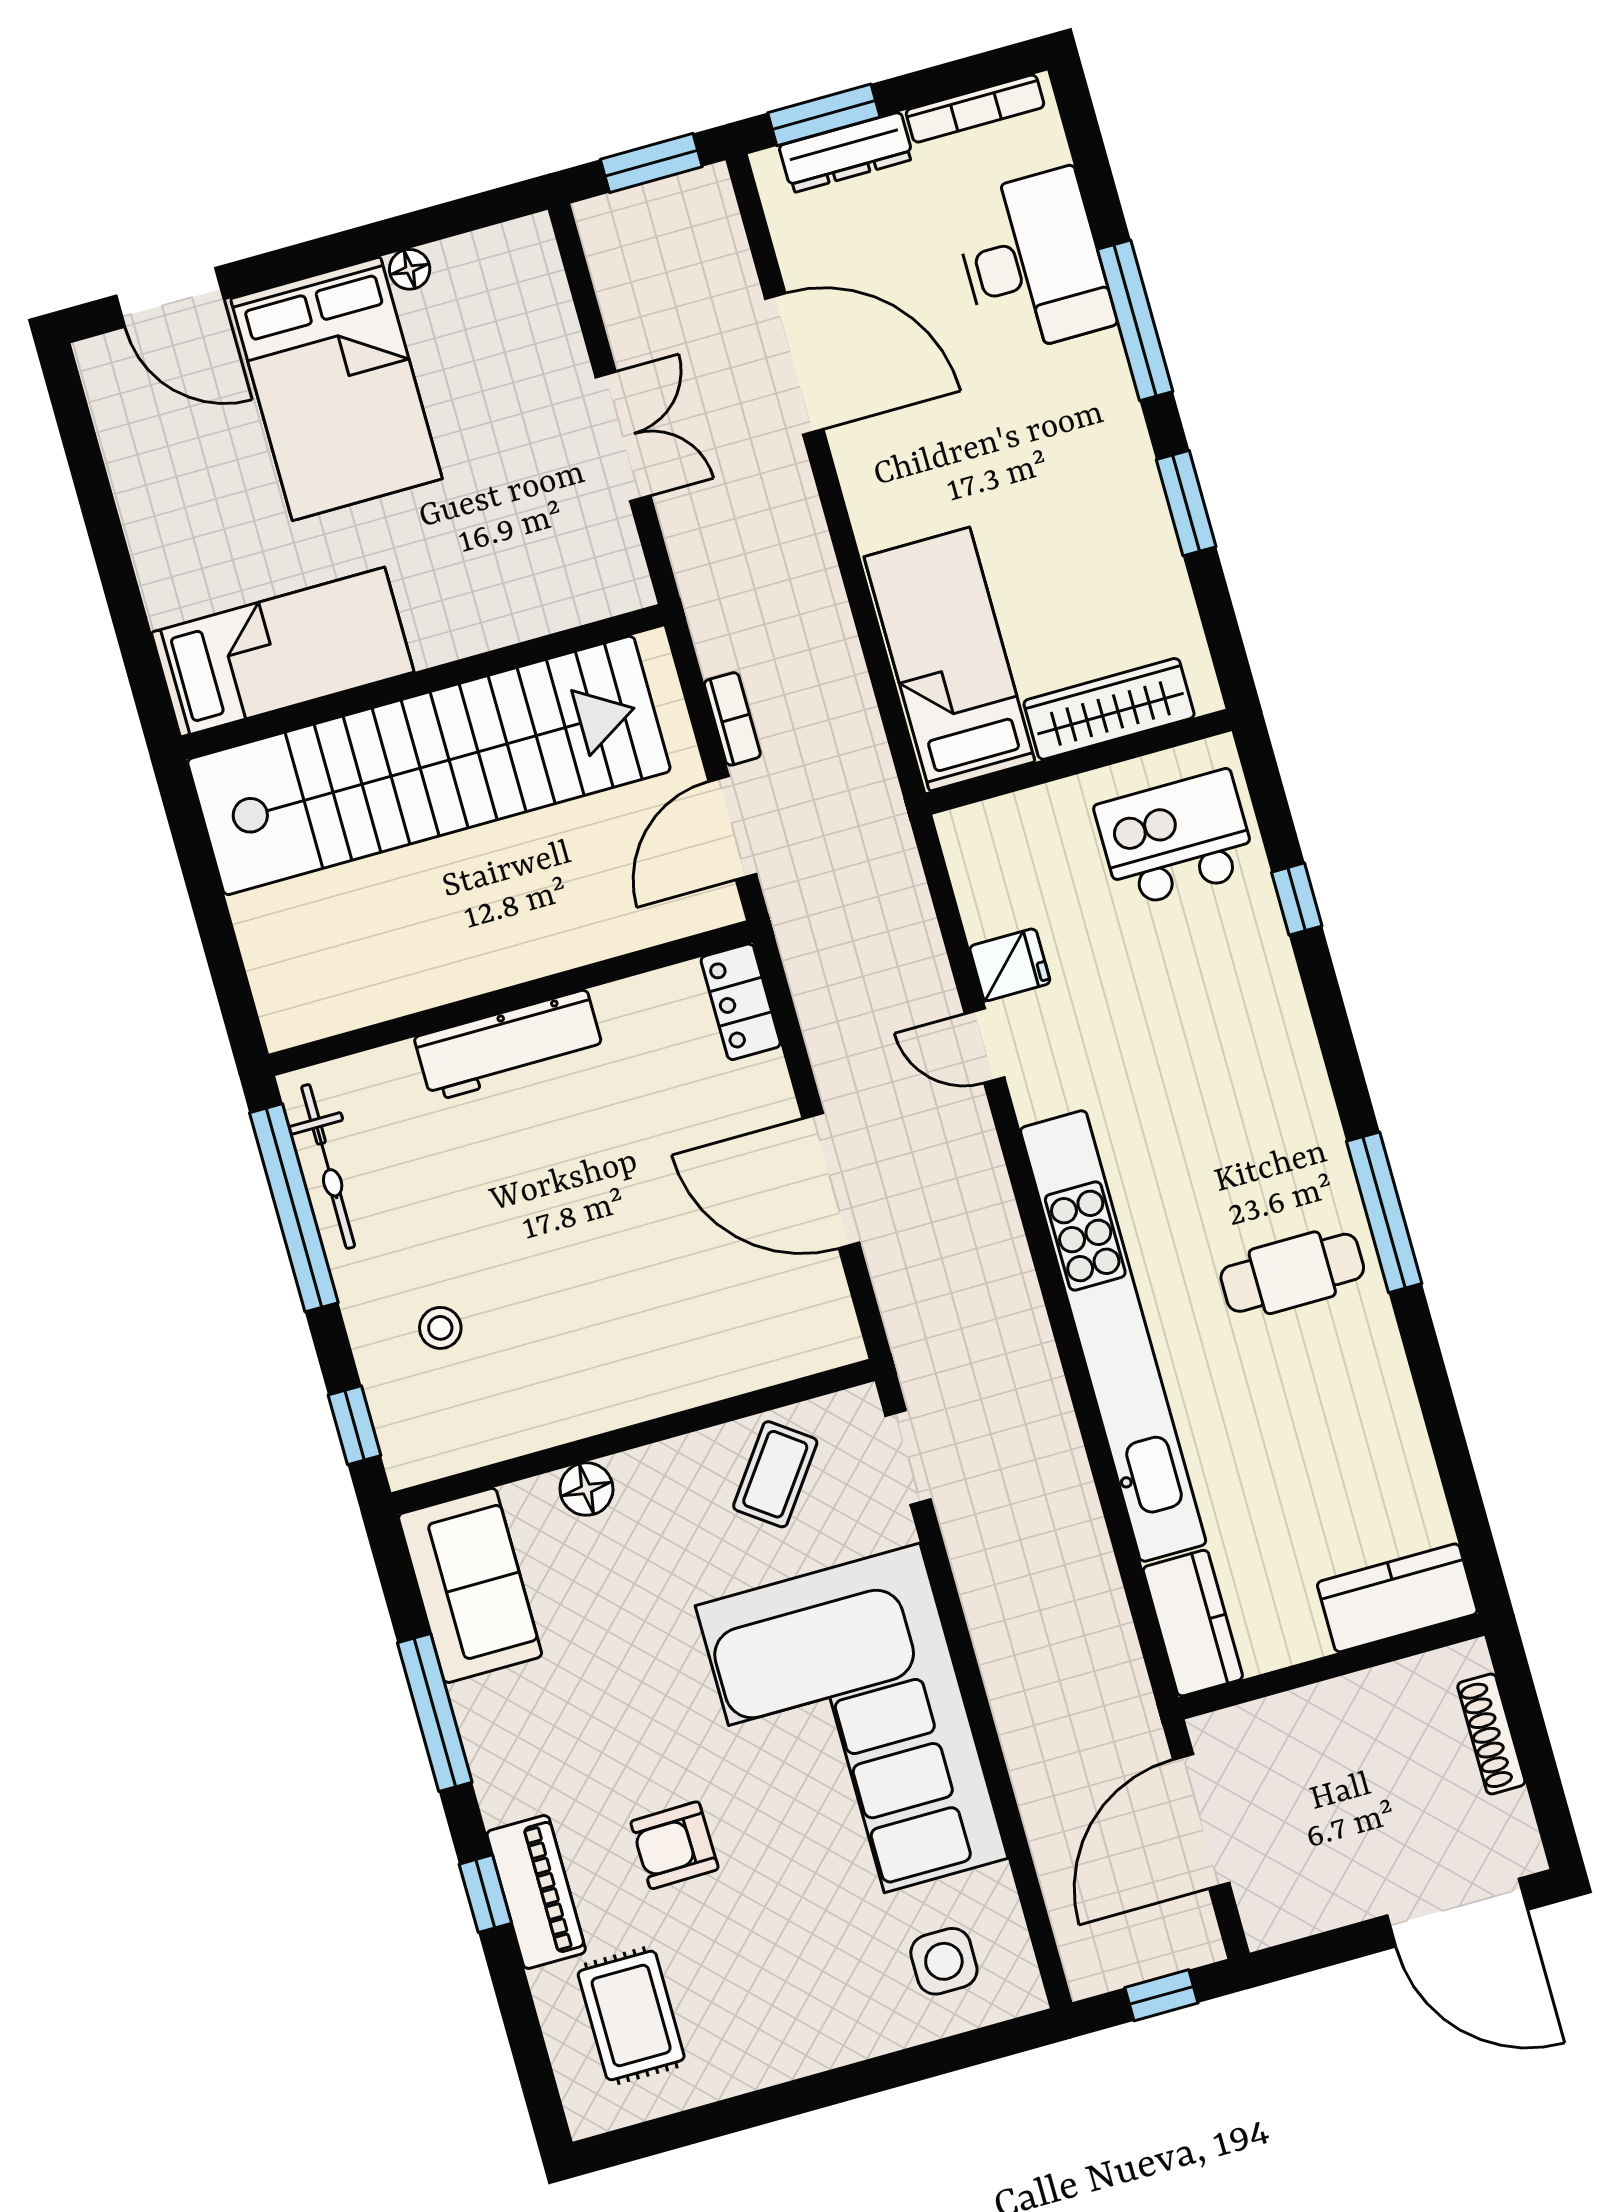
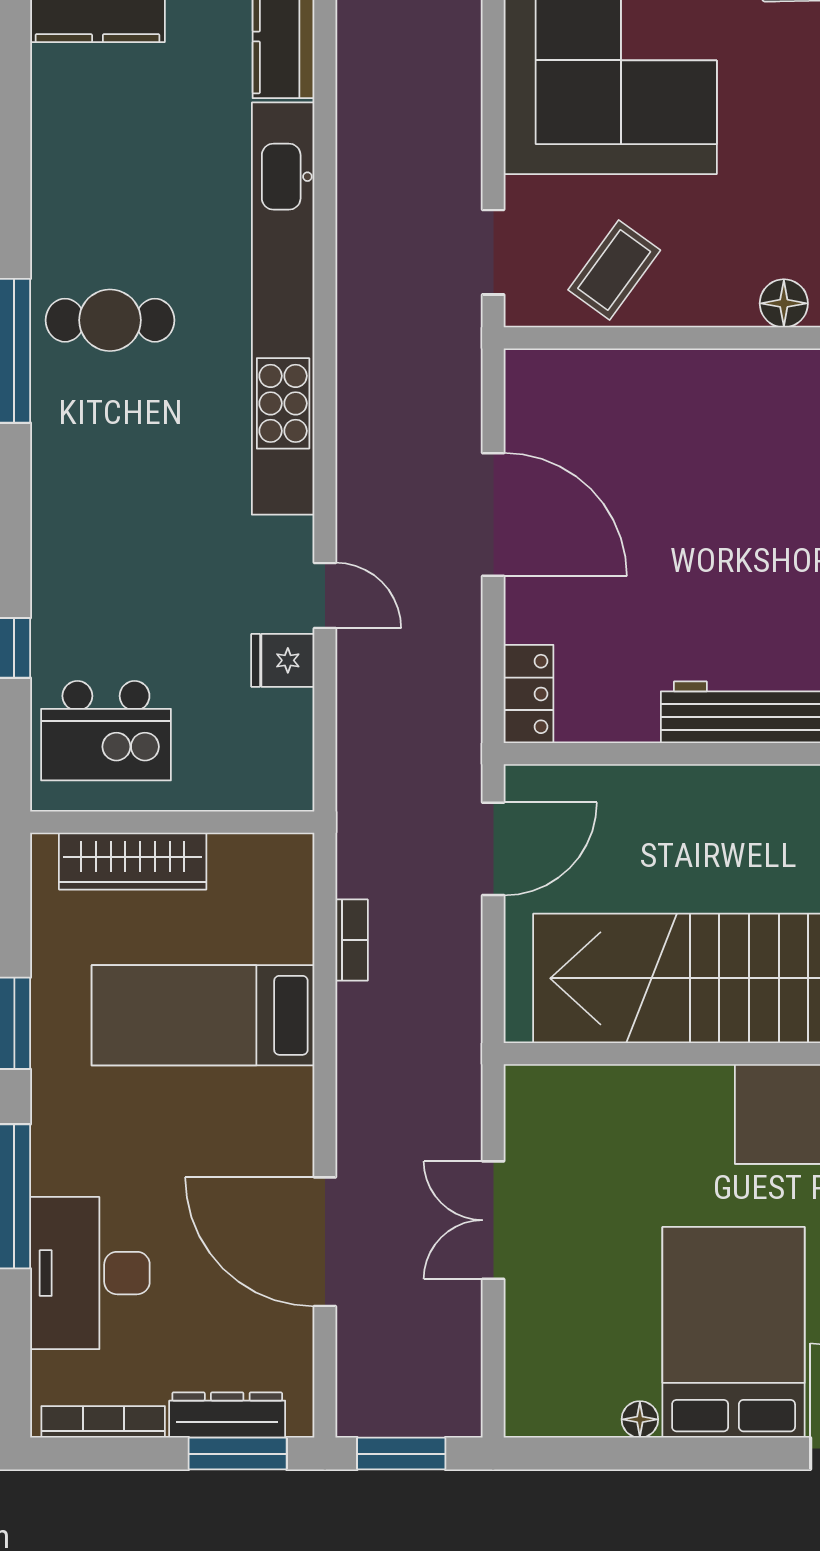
bed: (950, 659) -> (203, 1015), moved, turned 90
bookcase: (732, 719) -> (352, 940), moved, turned 180

